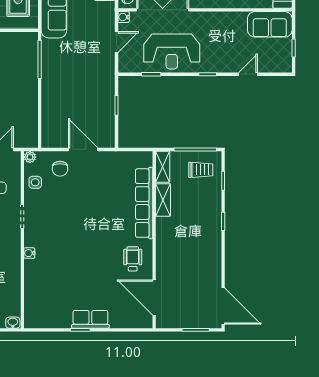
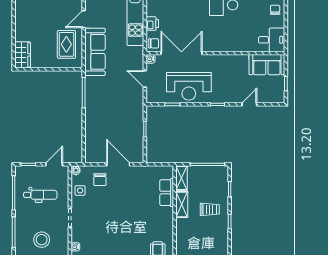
door: (116, 42) -> (145, 79), swing flipped
trolley: (201, 170) -> (210, 209), moved
row of seats: (144, 203) -> (167, 193), width x0.50

